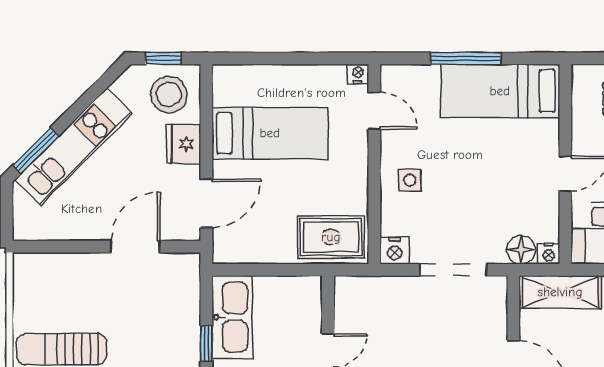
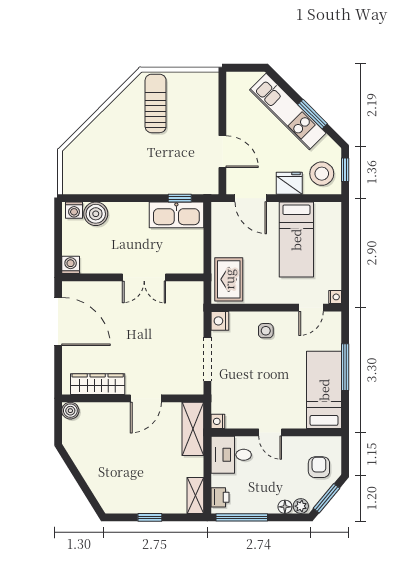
window: (36, 151) -> (313, 114), moved
floor lamp: (521, 250) -> (220, 403), removed
window: (206, 343) -> (180, 198), moved

